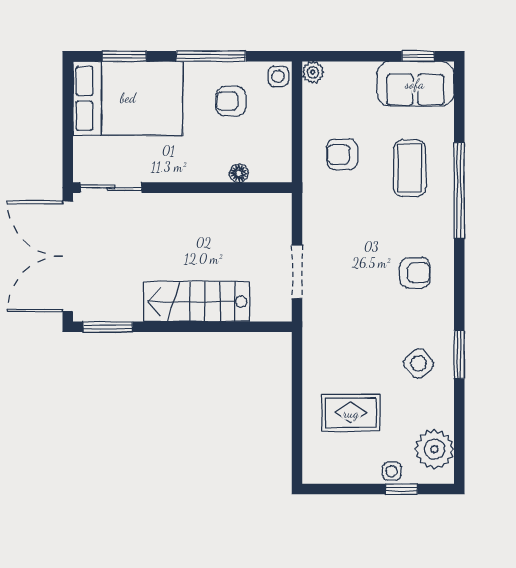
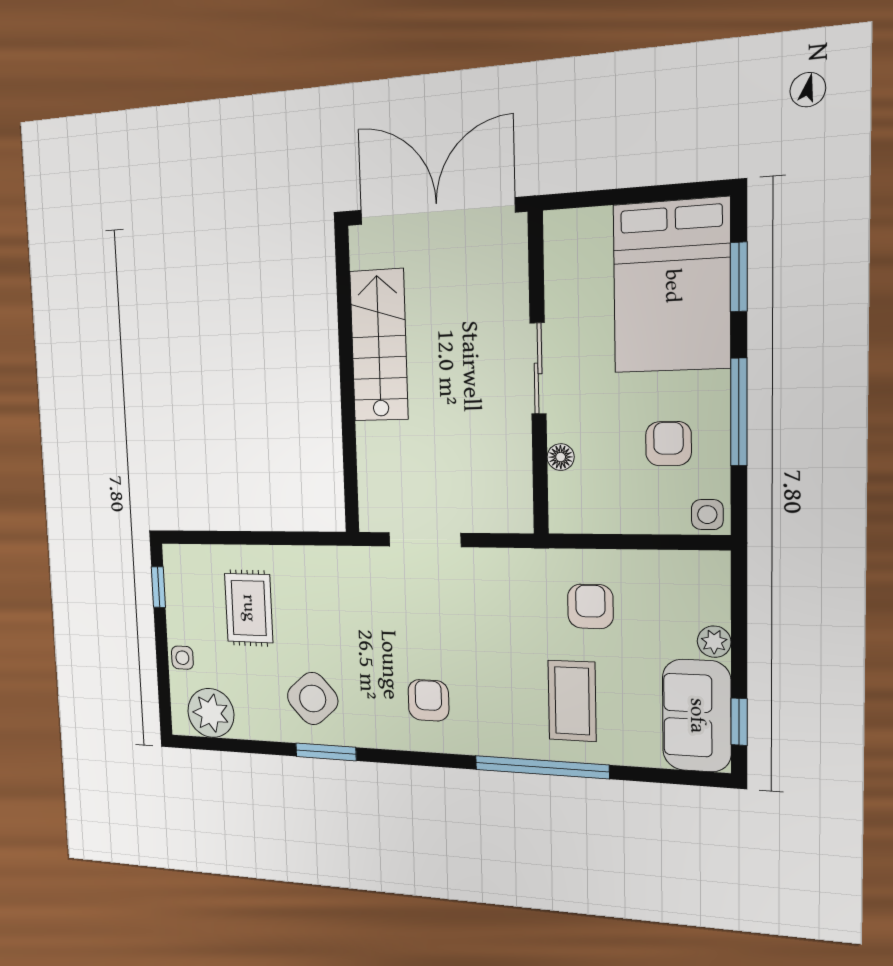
plant: (313, 72) -> (714, 642), moved
coffee table: (410, 168) -> (572, 701), turned 90
sliding door: (111, 188) -> (538, 368), moved
armchair: (415, 273) -> (428, 700), turned 180
stairs: (196, 302) -> (379, 345), moved
window: (108, 327) -> (343, 276), removed
side table: (418, 364) -> (313, 699), width x1.37, depth x1.37
window: (401, 489) -> (158, 587), moved

